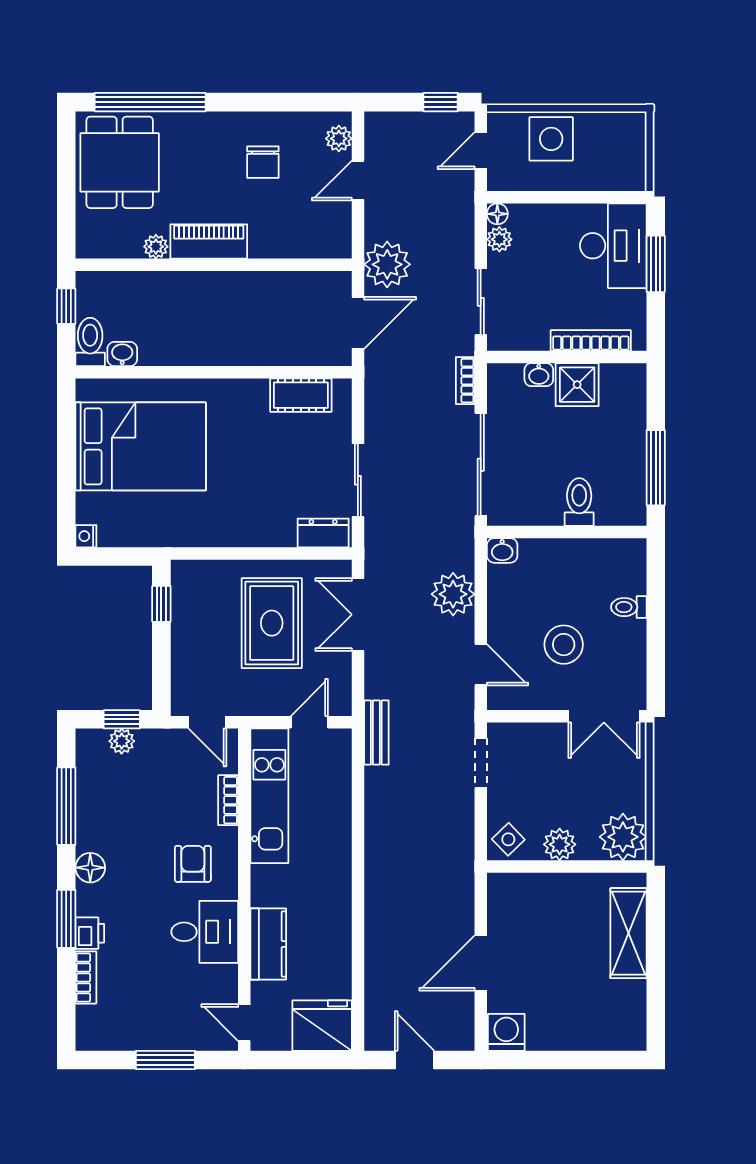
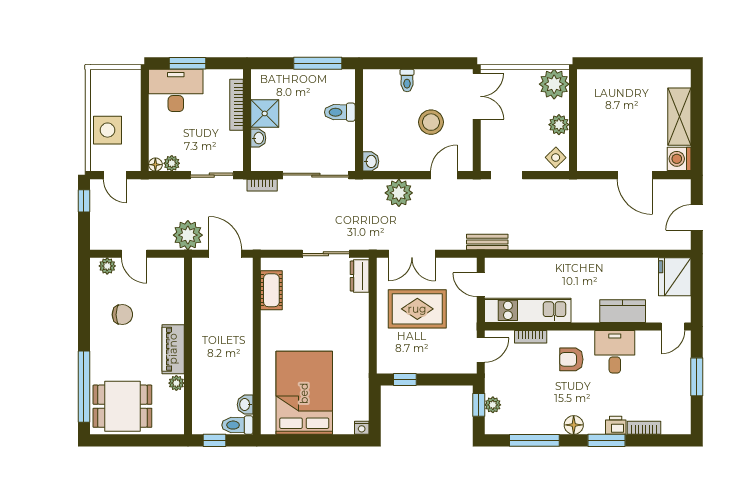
shelving: (629, 933) -> (679, 117), moved, turned 90

